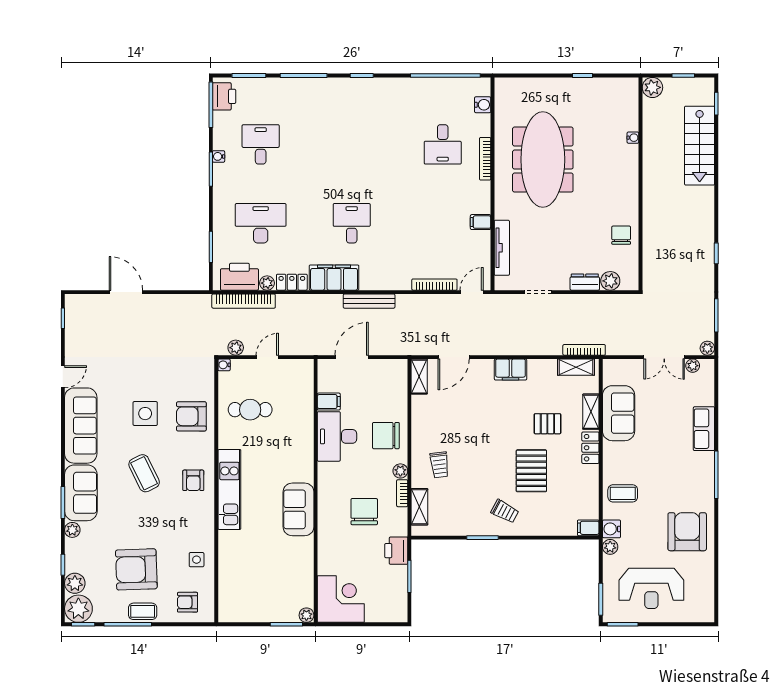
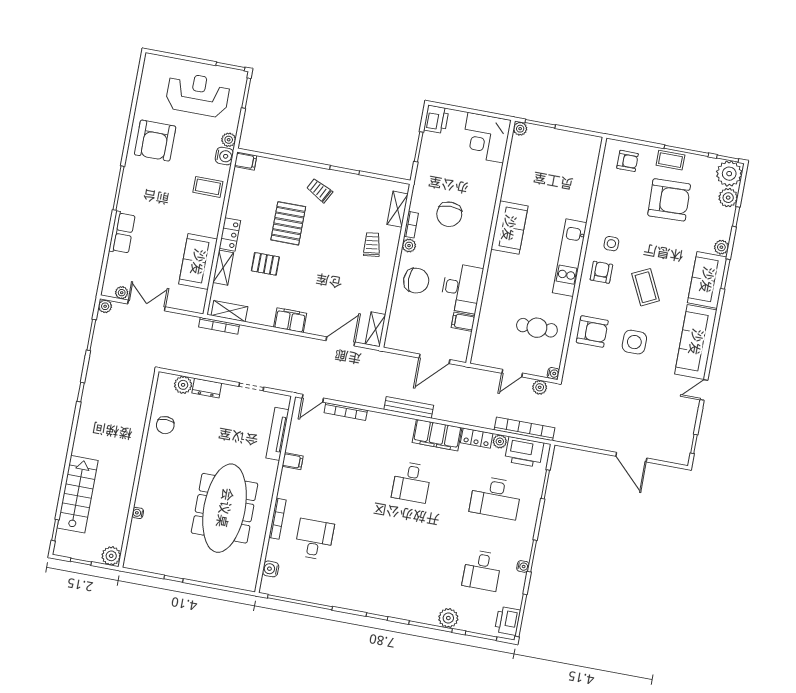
plant: (287, 88) -> (448, 618), added
printer: (396, 551) -> (436, 119), moved
side table: (197, 560) -> (611, 244), moved

